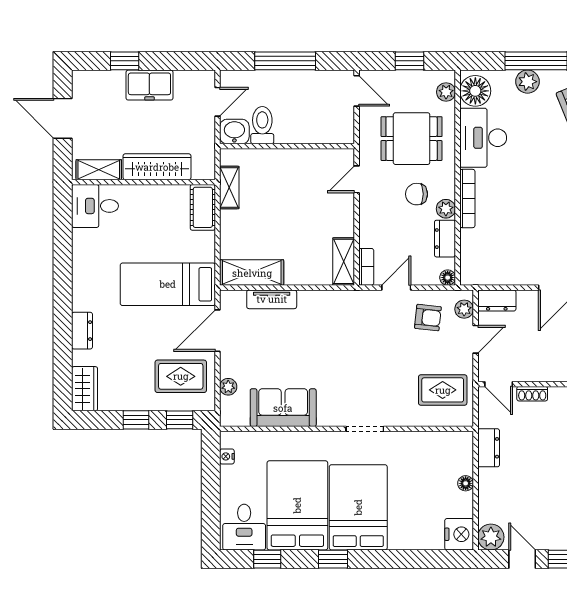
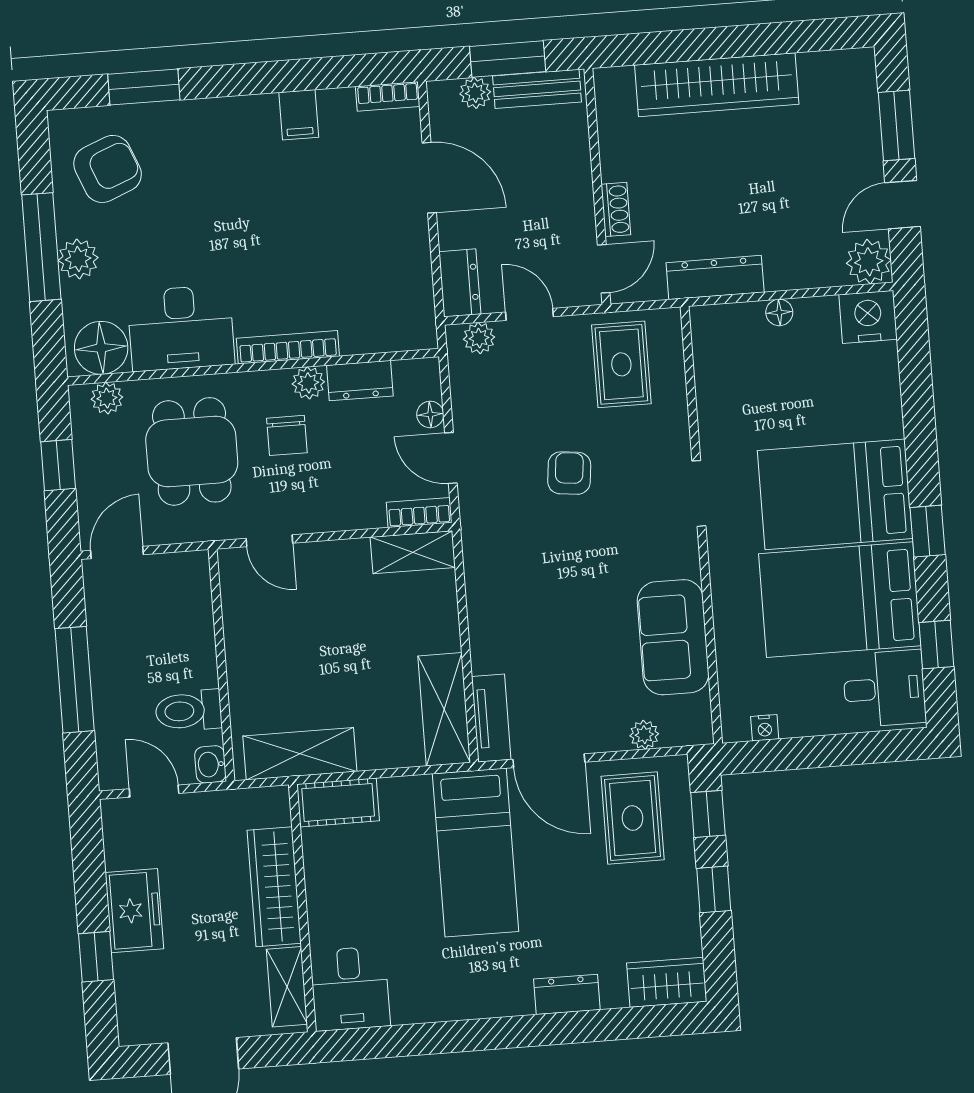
washbasin: (234, 132) -> (210, 764), width x0.72, depth x0.69
shelving: (229, 187) -> (300, 754), width x1.50, depth x1.33
floor lamp: (448, 278) -> (430, 414), moved
tv unit: (272, 299) -> (491, 718), moved
armchair: (428, 318) -> (569, 473), moved
dresser: (489, 448) -> (715, 277), width x1.44

